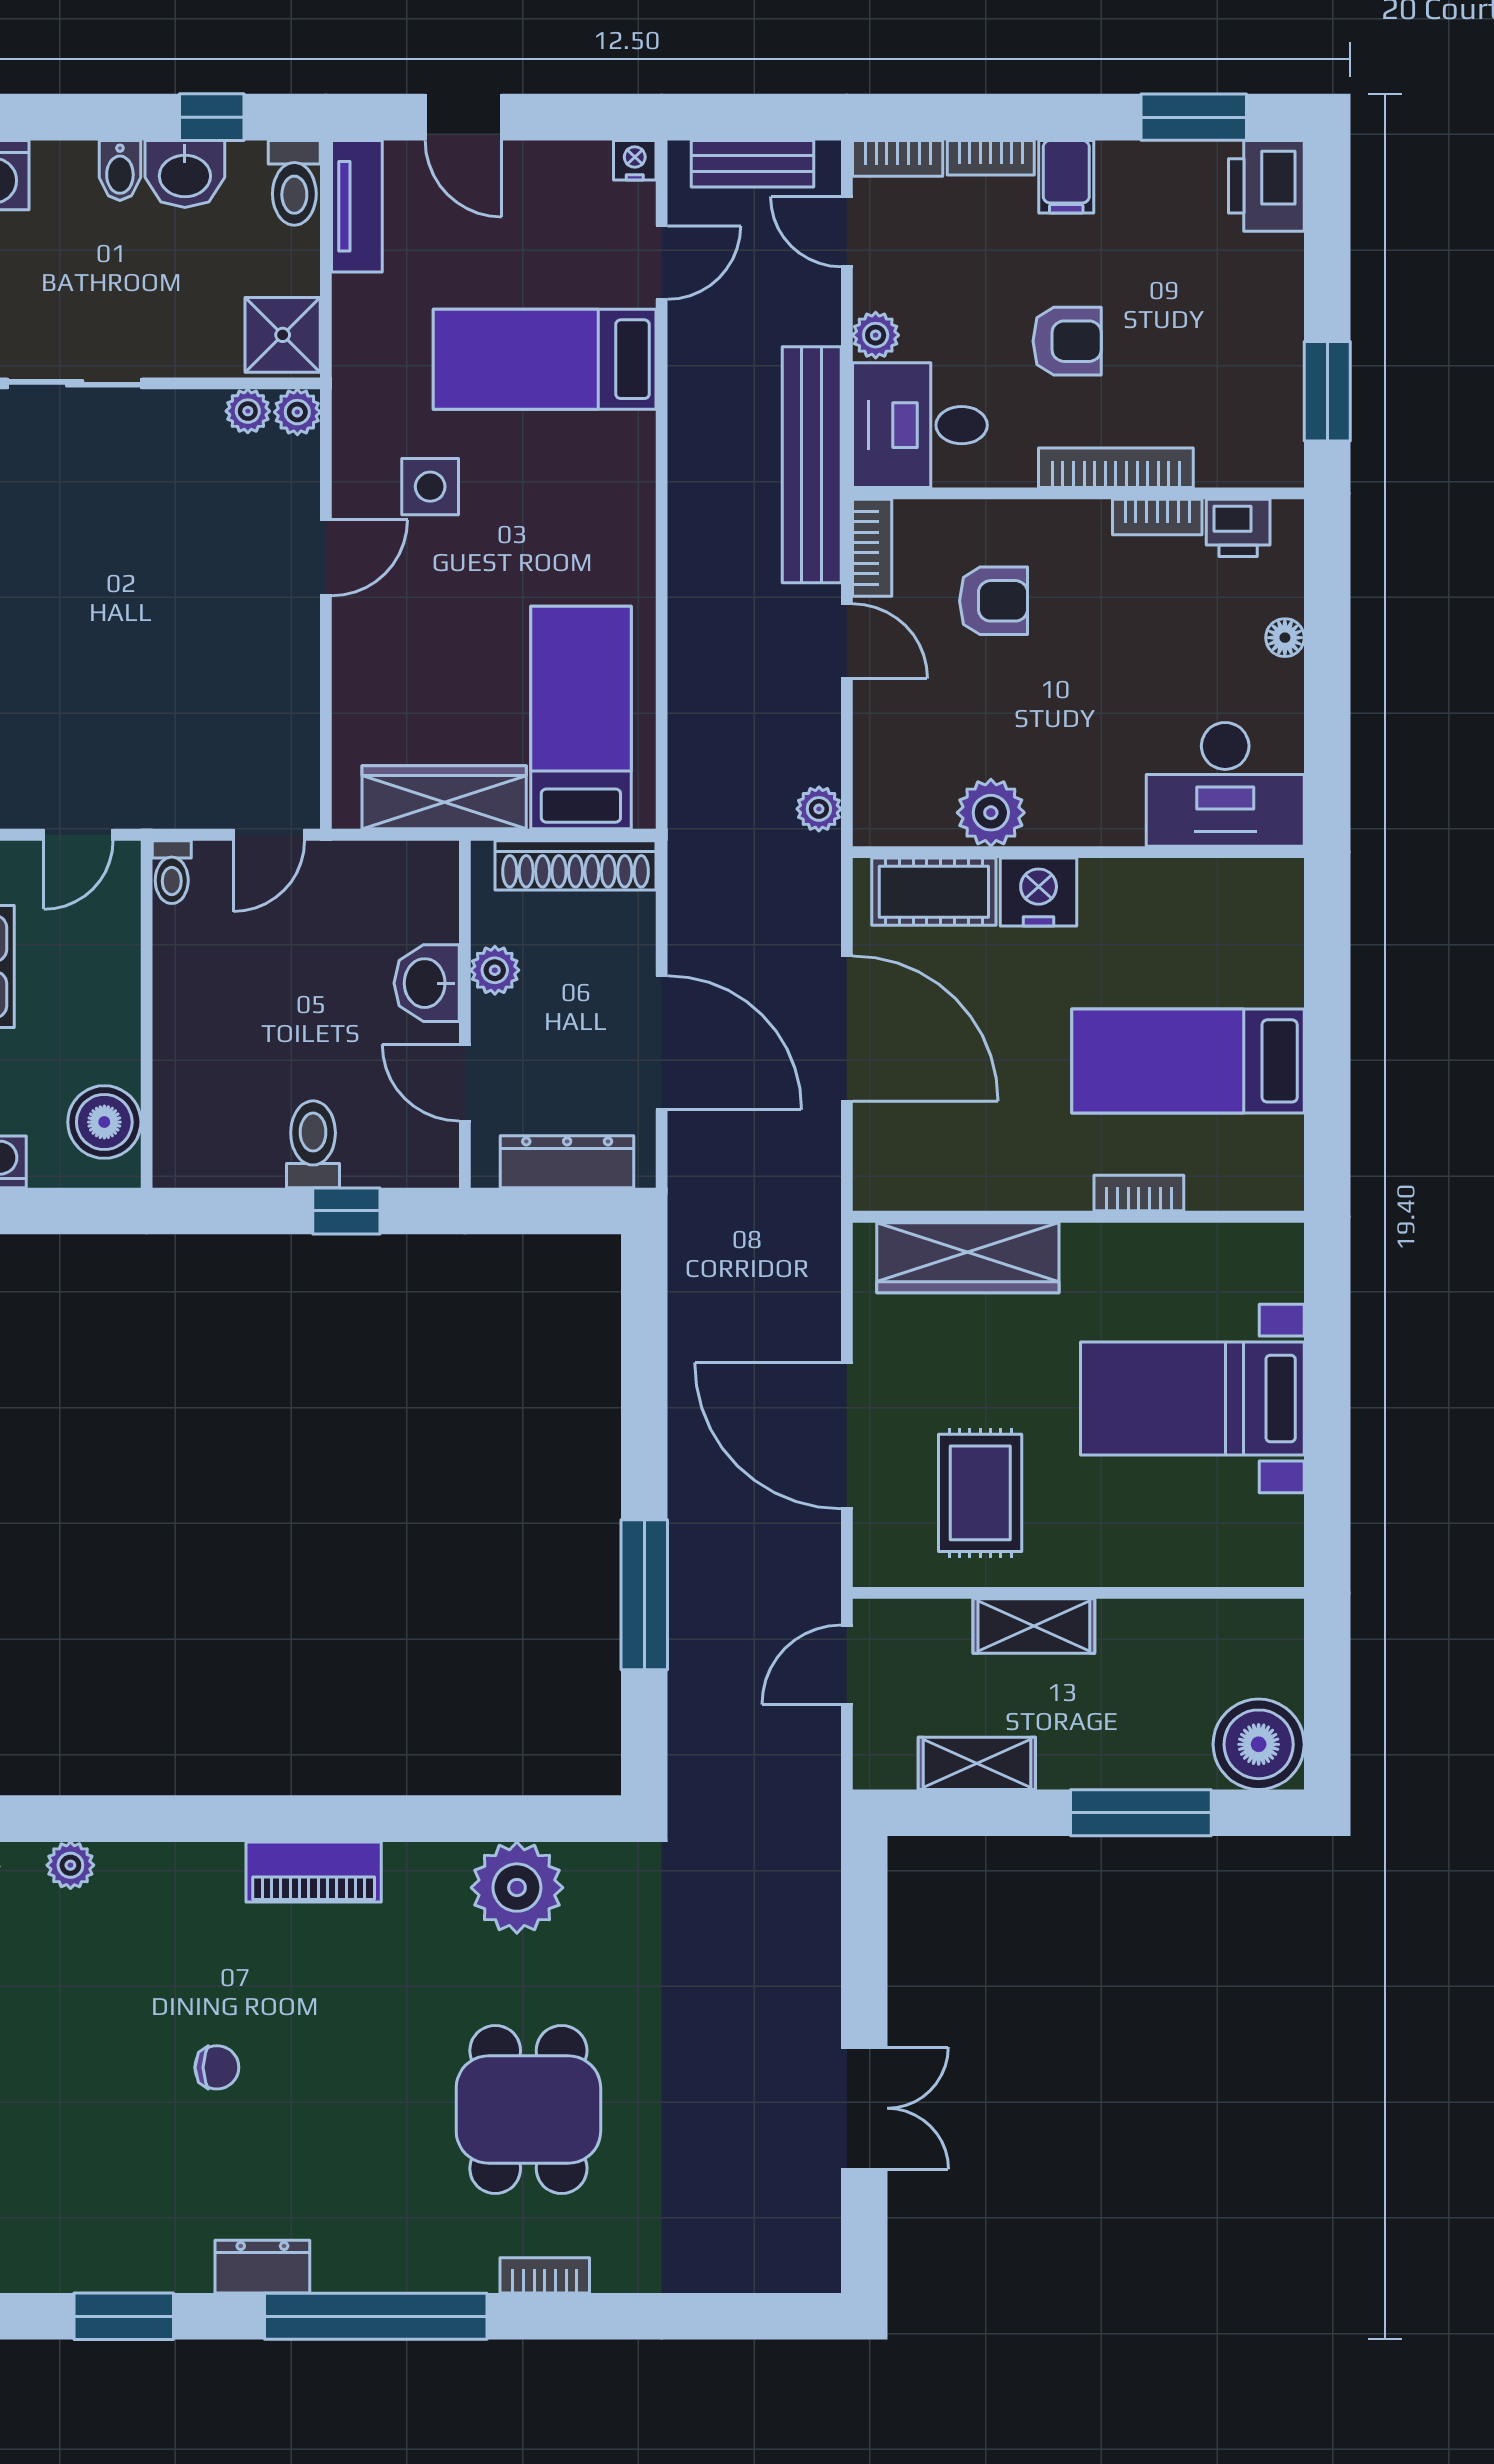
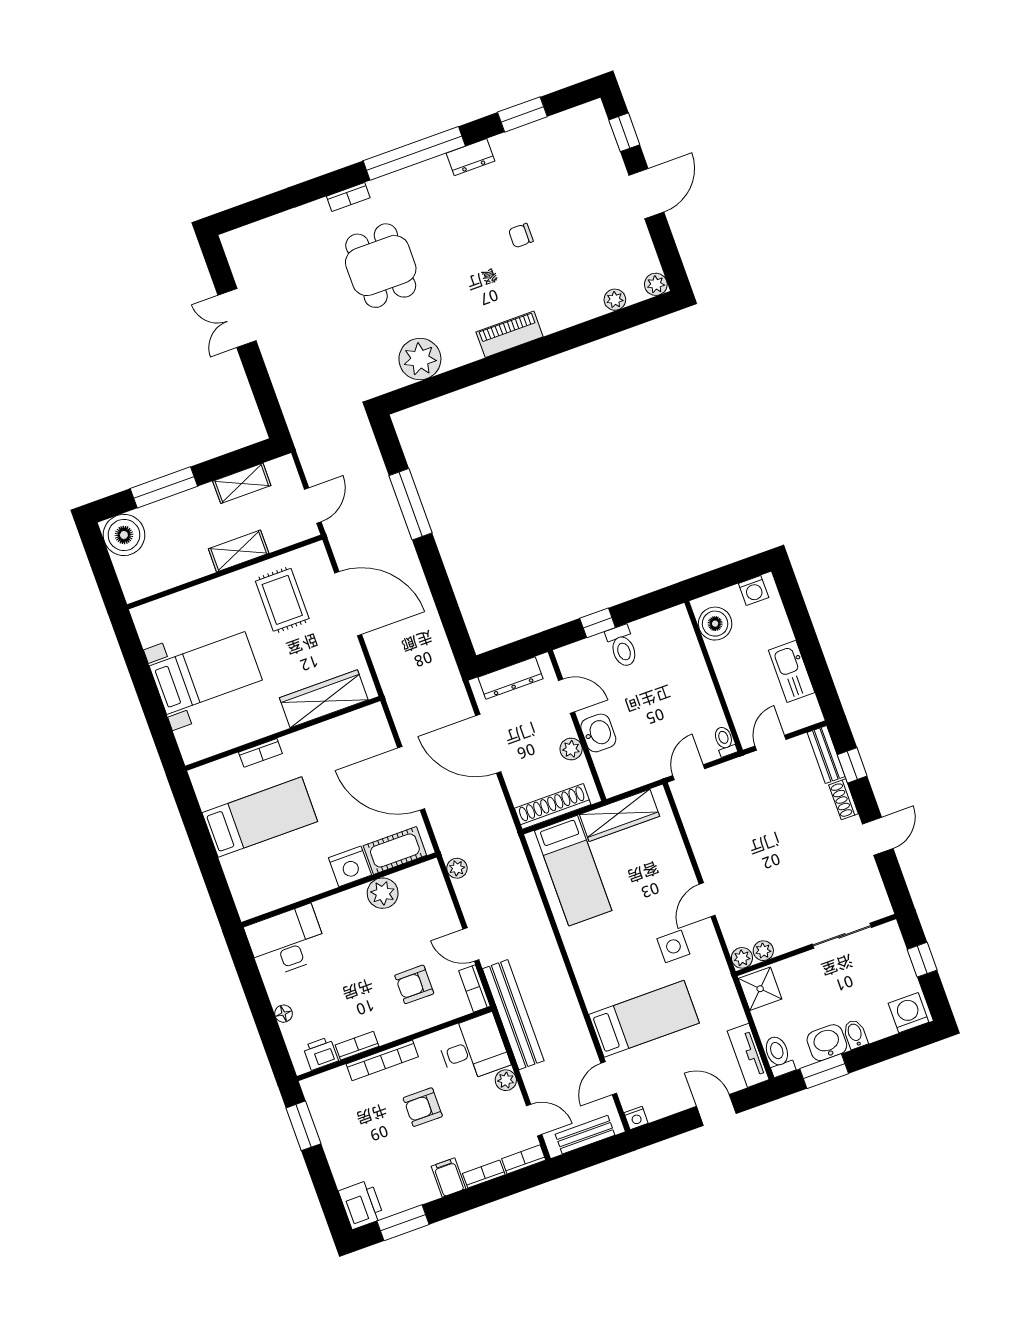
window: (212, 117) -> (824, 1071), width x1.50

